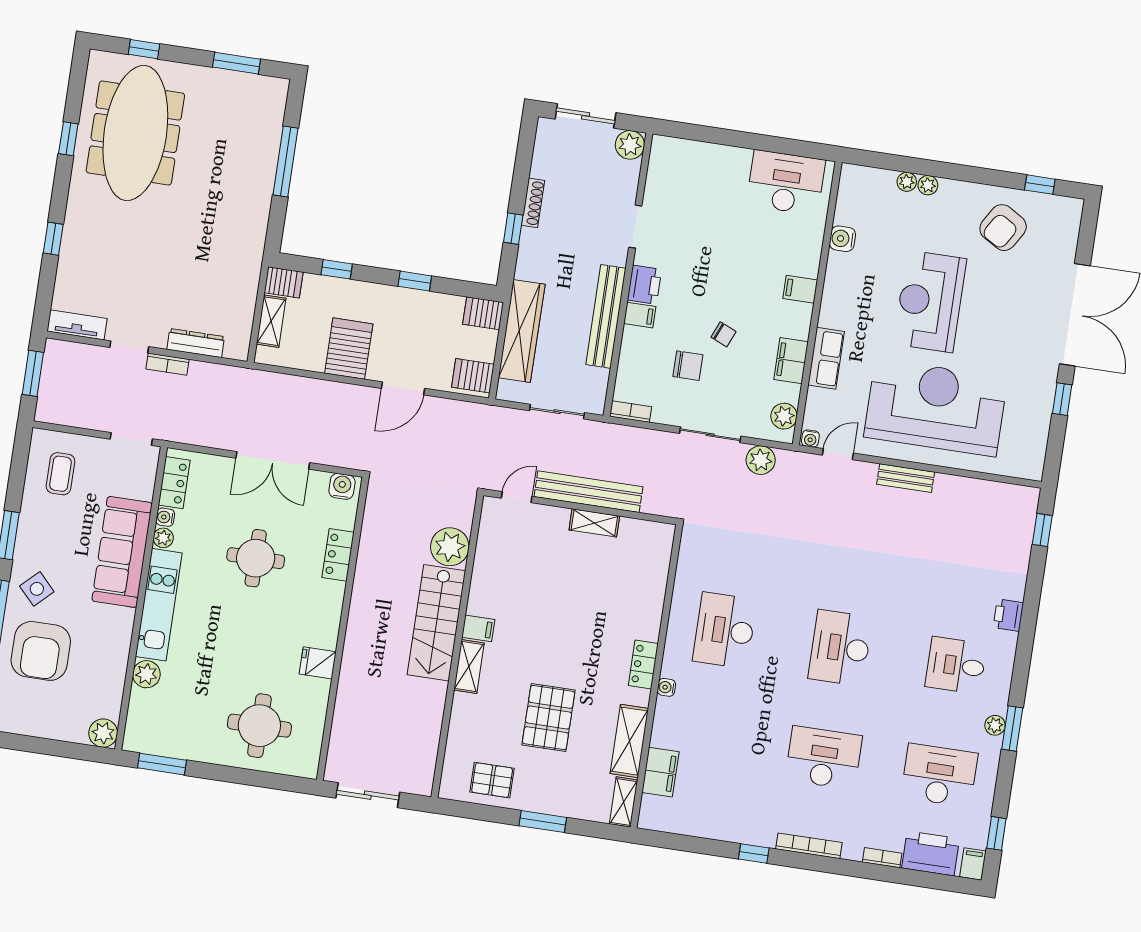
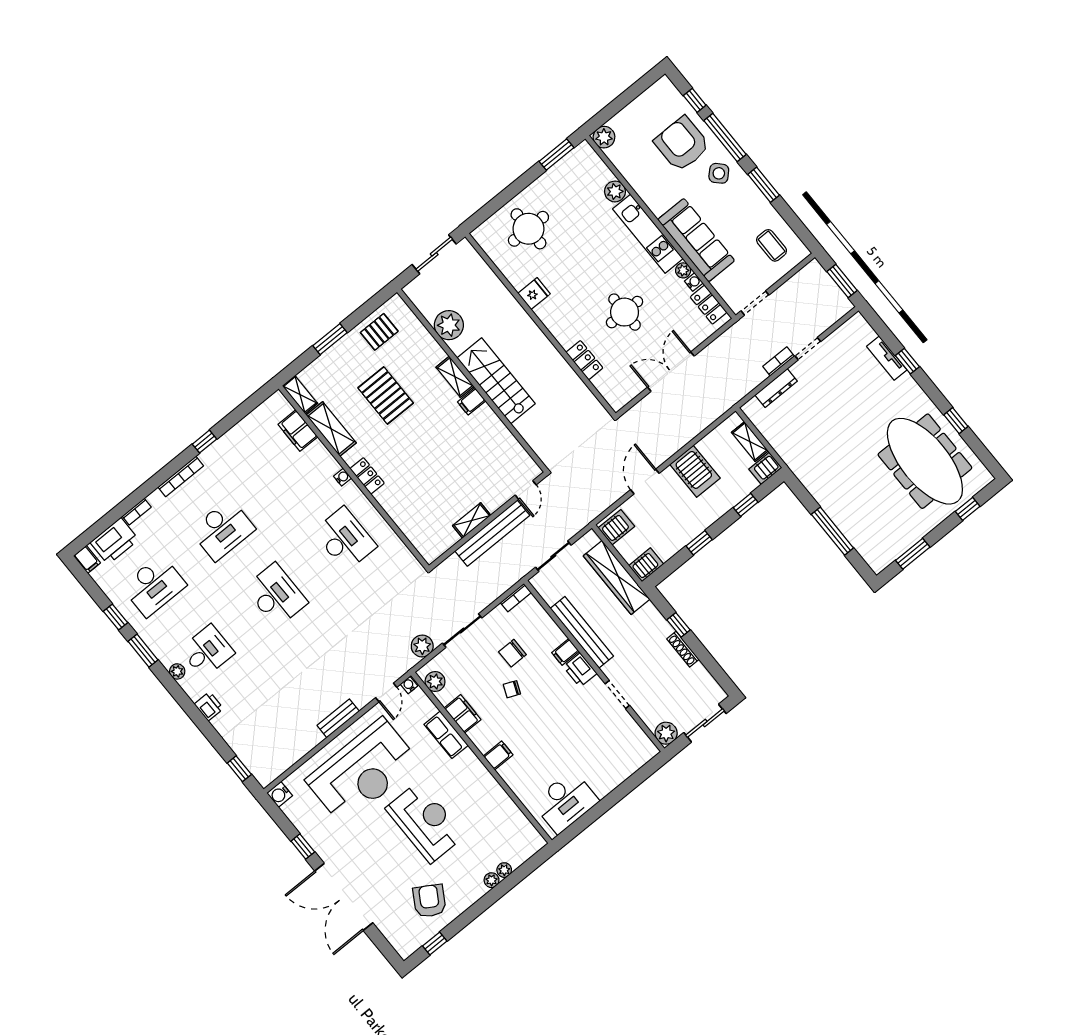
water cooler: (842, 239) -> (280, 794), moved, turned 180
tv unit: (77, 325) -> (887, 358), moved, turned 90
water cooler: (342, 486) -> (621, 397), removed
plant: (450, 547) -> (449, 325), moved
plant: (995, 725) -> (177, 671), moved
window: (996, 833) -> (115, 617), moved

